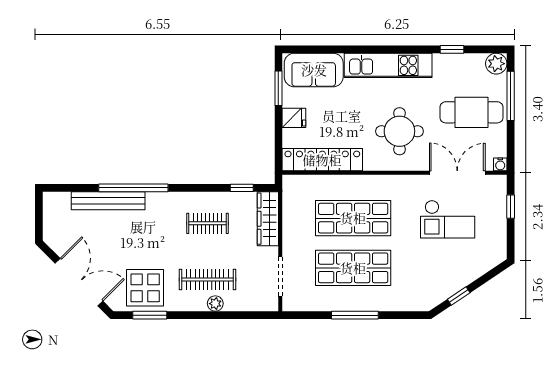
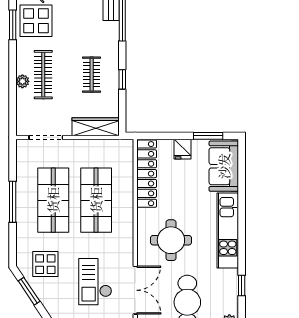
window: (242, 188) -> (122, 79), moved
display table: (427, 277) -> (45, 264), added
window: (459, 296) -> (29, 291), width x1.50

